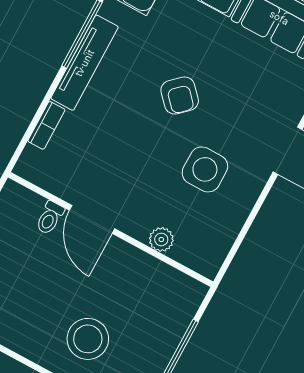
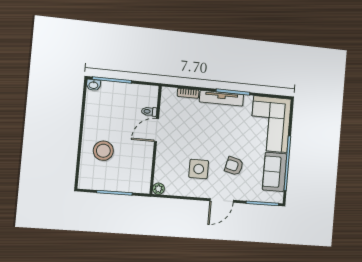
armchair: (180, 96) -> (234, 166), moved, turned 57
plant: (161, 239) -> (158, 189), moved

